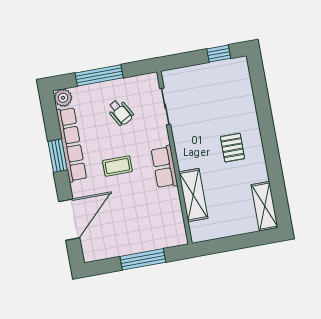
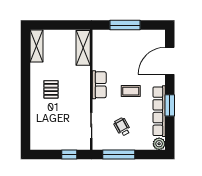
window: (219, 54) -> (69, 154), moved
window: (99, 75) -> (119, 154), moved
shelving: (193, 195) -> (83, 48), moved

